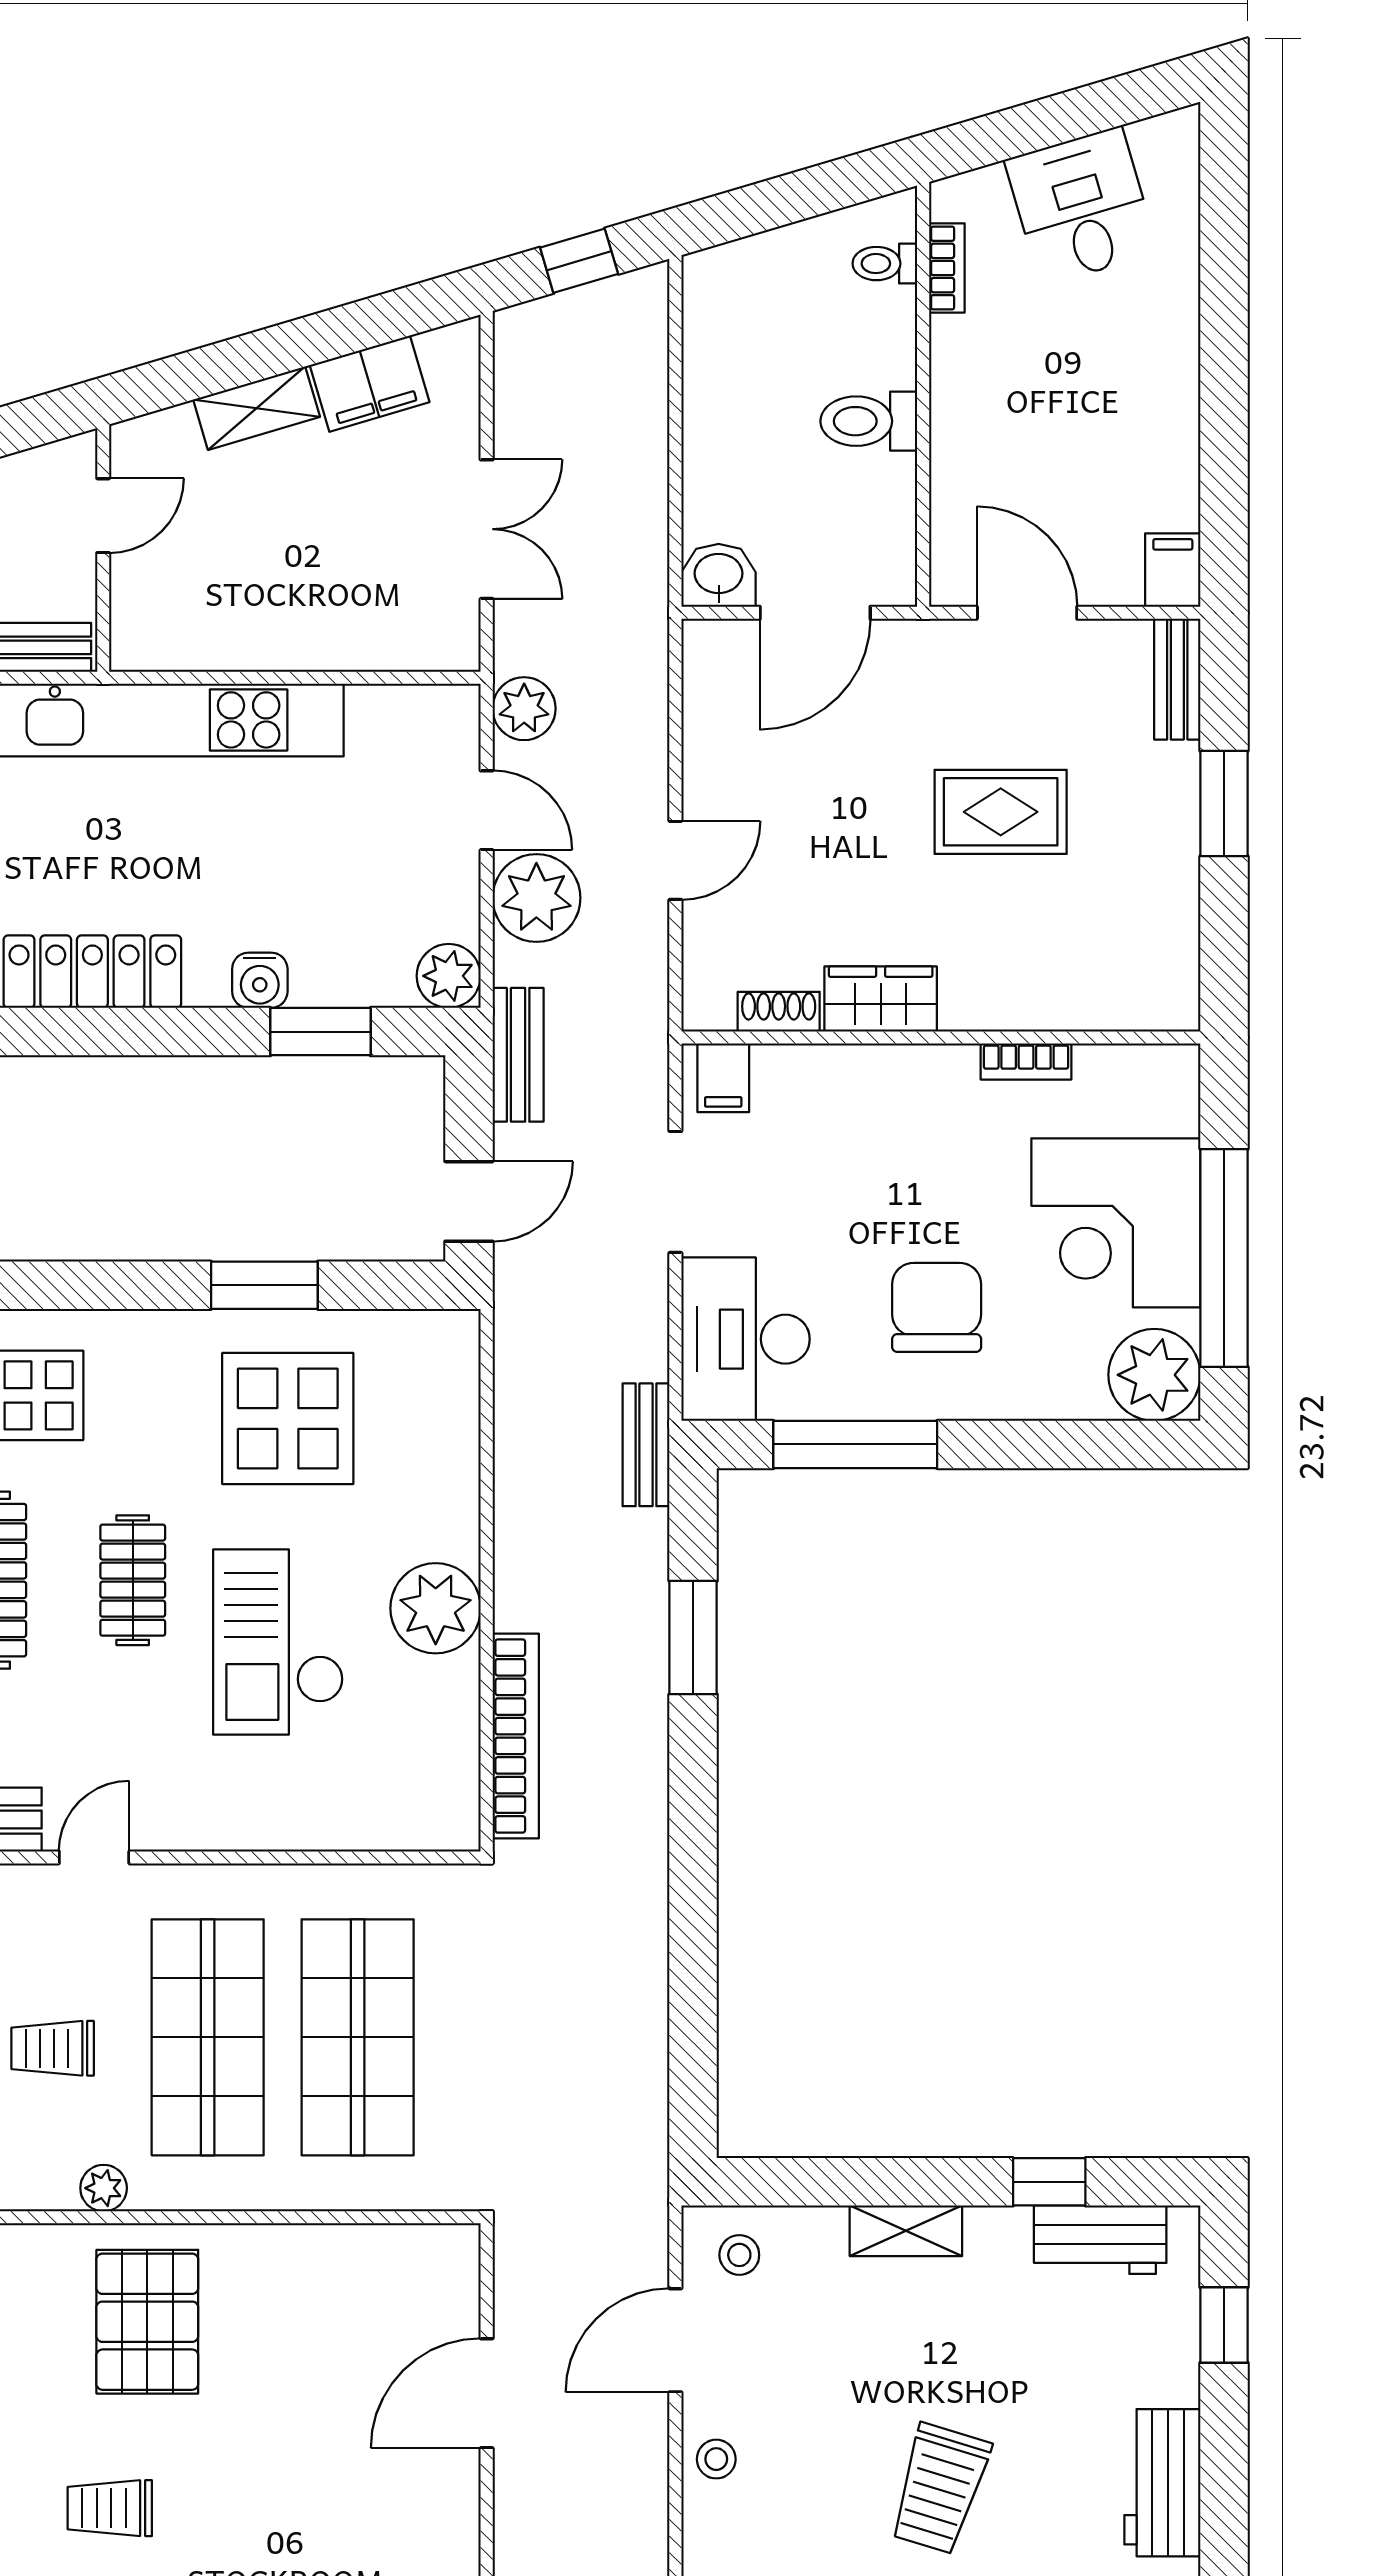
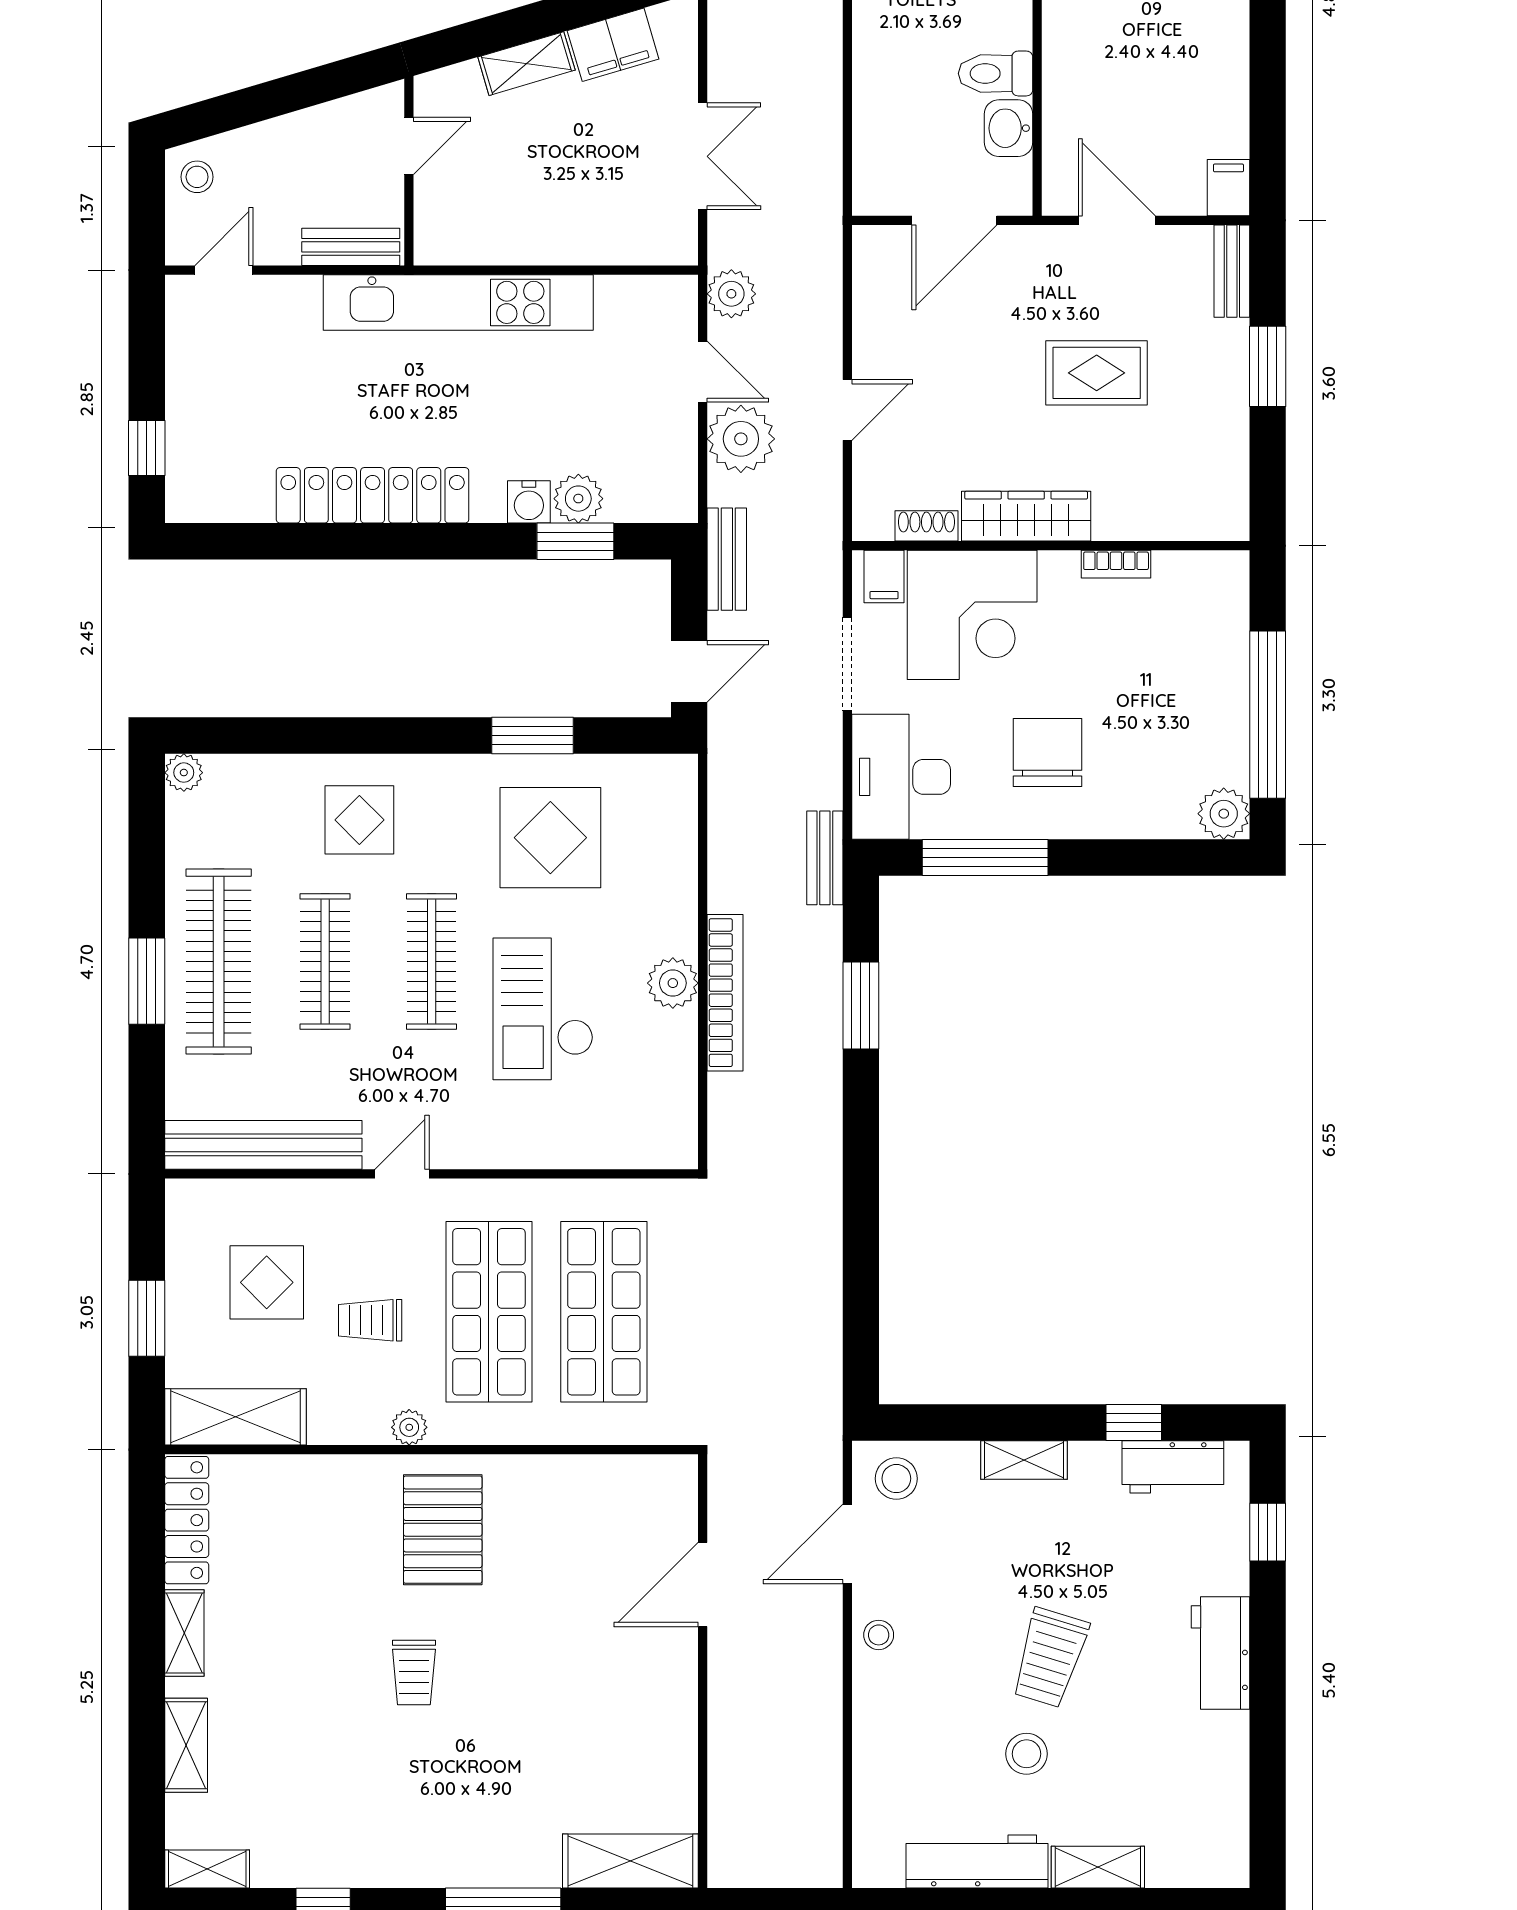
washbasin: (719, 575) -> (1009, 128), moved, turned -90
plant: (449, 976) -> (578, 499), moved
wardrobe: (881, 999) -> (1026, 516), width x1.50
corner desk: (1116, 1223) -> (972, 615), moved, turned -90
plant: (1154, 1375) -> (1224, 814), width x0.73, depth x0.73
clothes rail: (133, 1580) -> (432, 962), width x1.36
plant: (436, 1608) -> (673, 983), width x0.73, depth x0.73
bookcase: (516, 1736) -> (725, 993), moved
stool: (739, 2255) -> (896, 1479), width x1.37, depth x1.37
trolley: (110, 2508) -> (414, 1672), turned -90

